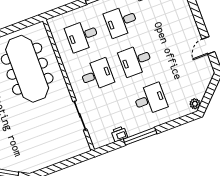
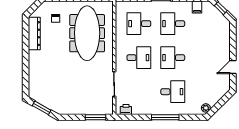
printer: (119, 134) -> (126, 110), moved
window: (140, 136) -> (165, 117), moved
window: (73, 161) -> (95, 117), added

